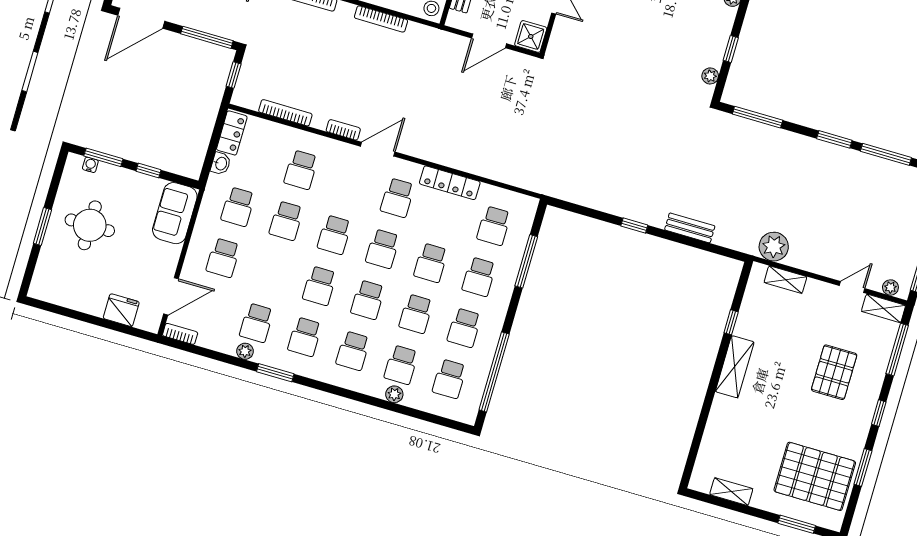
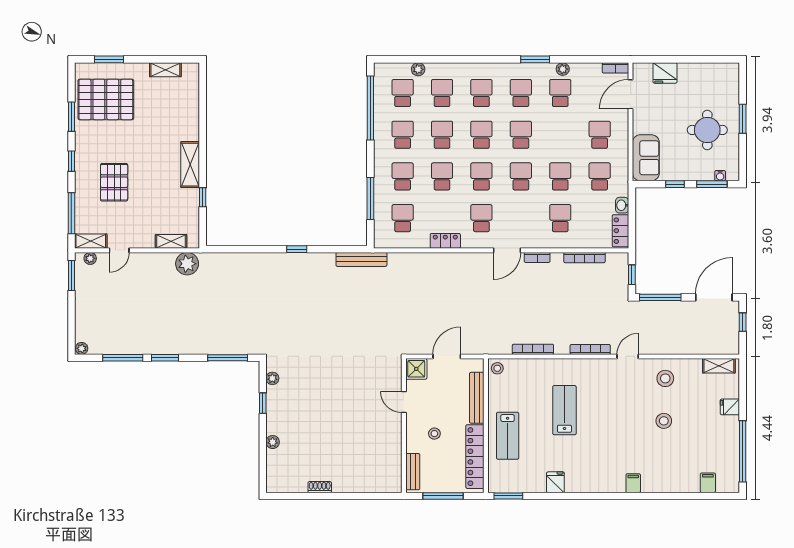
locker: (450, 183) -> (445, 241), width x0.66
bench: (690, 228) -> (361, 259), moved, width x1.36
plant: (394, 394) -> (418, 69), moved

